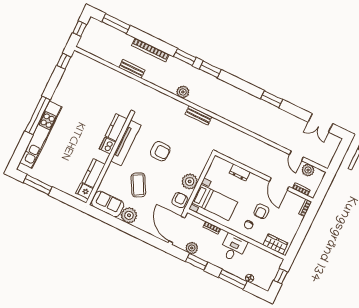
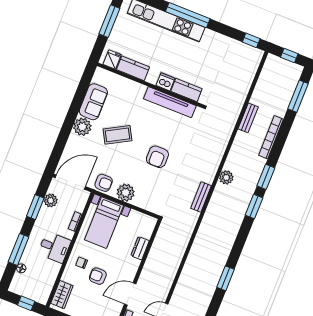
kitchen counter: (116, 128) -> (186, 90), moved
tv unit: (126, 143) -> (170, 102), moved
dishwasher: (108, 146) -> (165, 82), moved
wall: (110, 159) -> (150, 85), moved
kitchen counter: (94, 173) -> (133, 68), moved
fridge: (85, 191) -> (112, 60), moved

